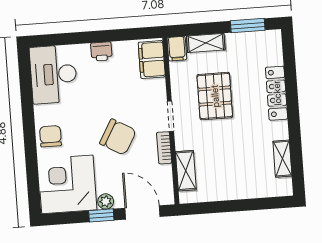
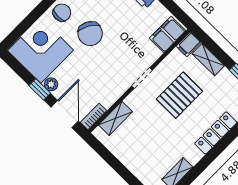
chair: (118, 137) -> (90, 34), moved
bookcase: (164, 148) -> (94, 117), moved

